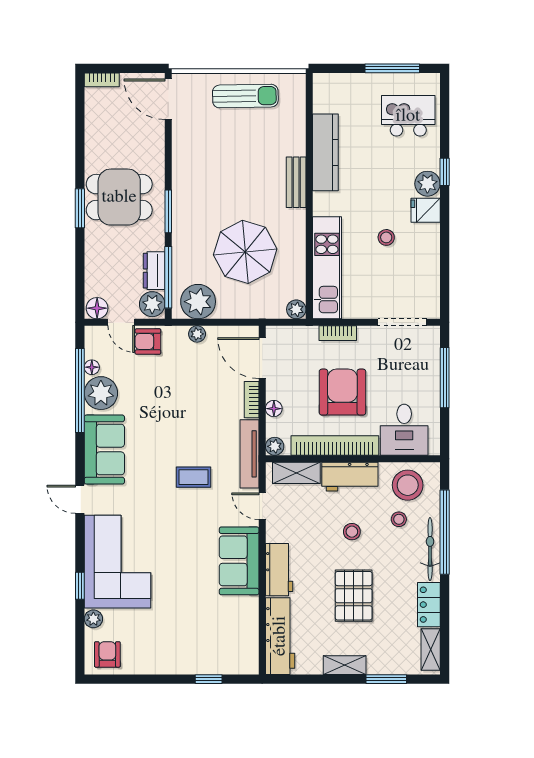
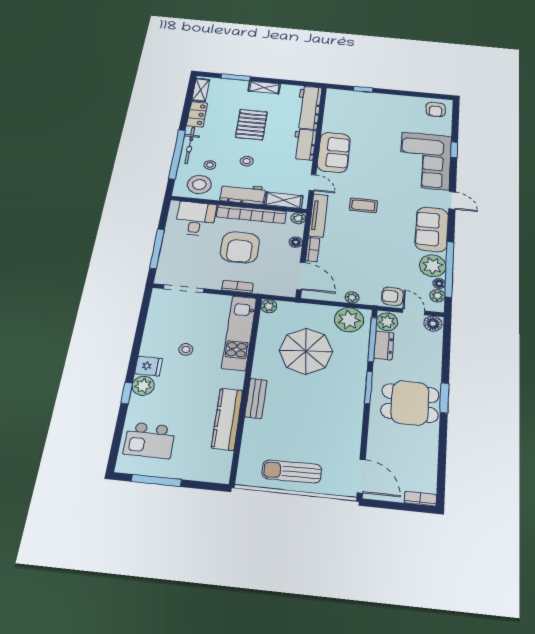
armchair: (148, 341) -> (393, 296), turned 180
plant: (93, 619) -> (437, 296), moved

